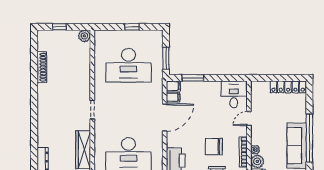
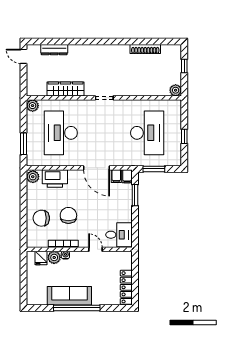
desk: (128, 65) -> (147, 133), turned 180

